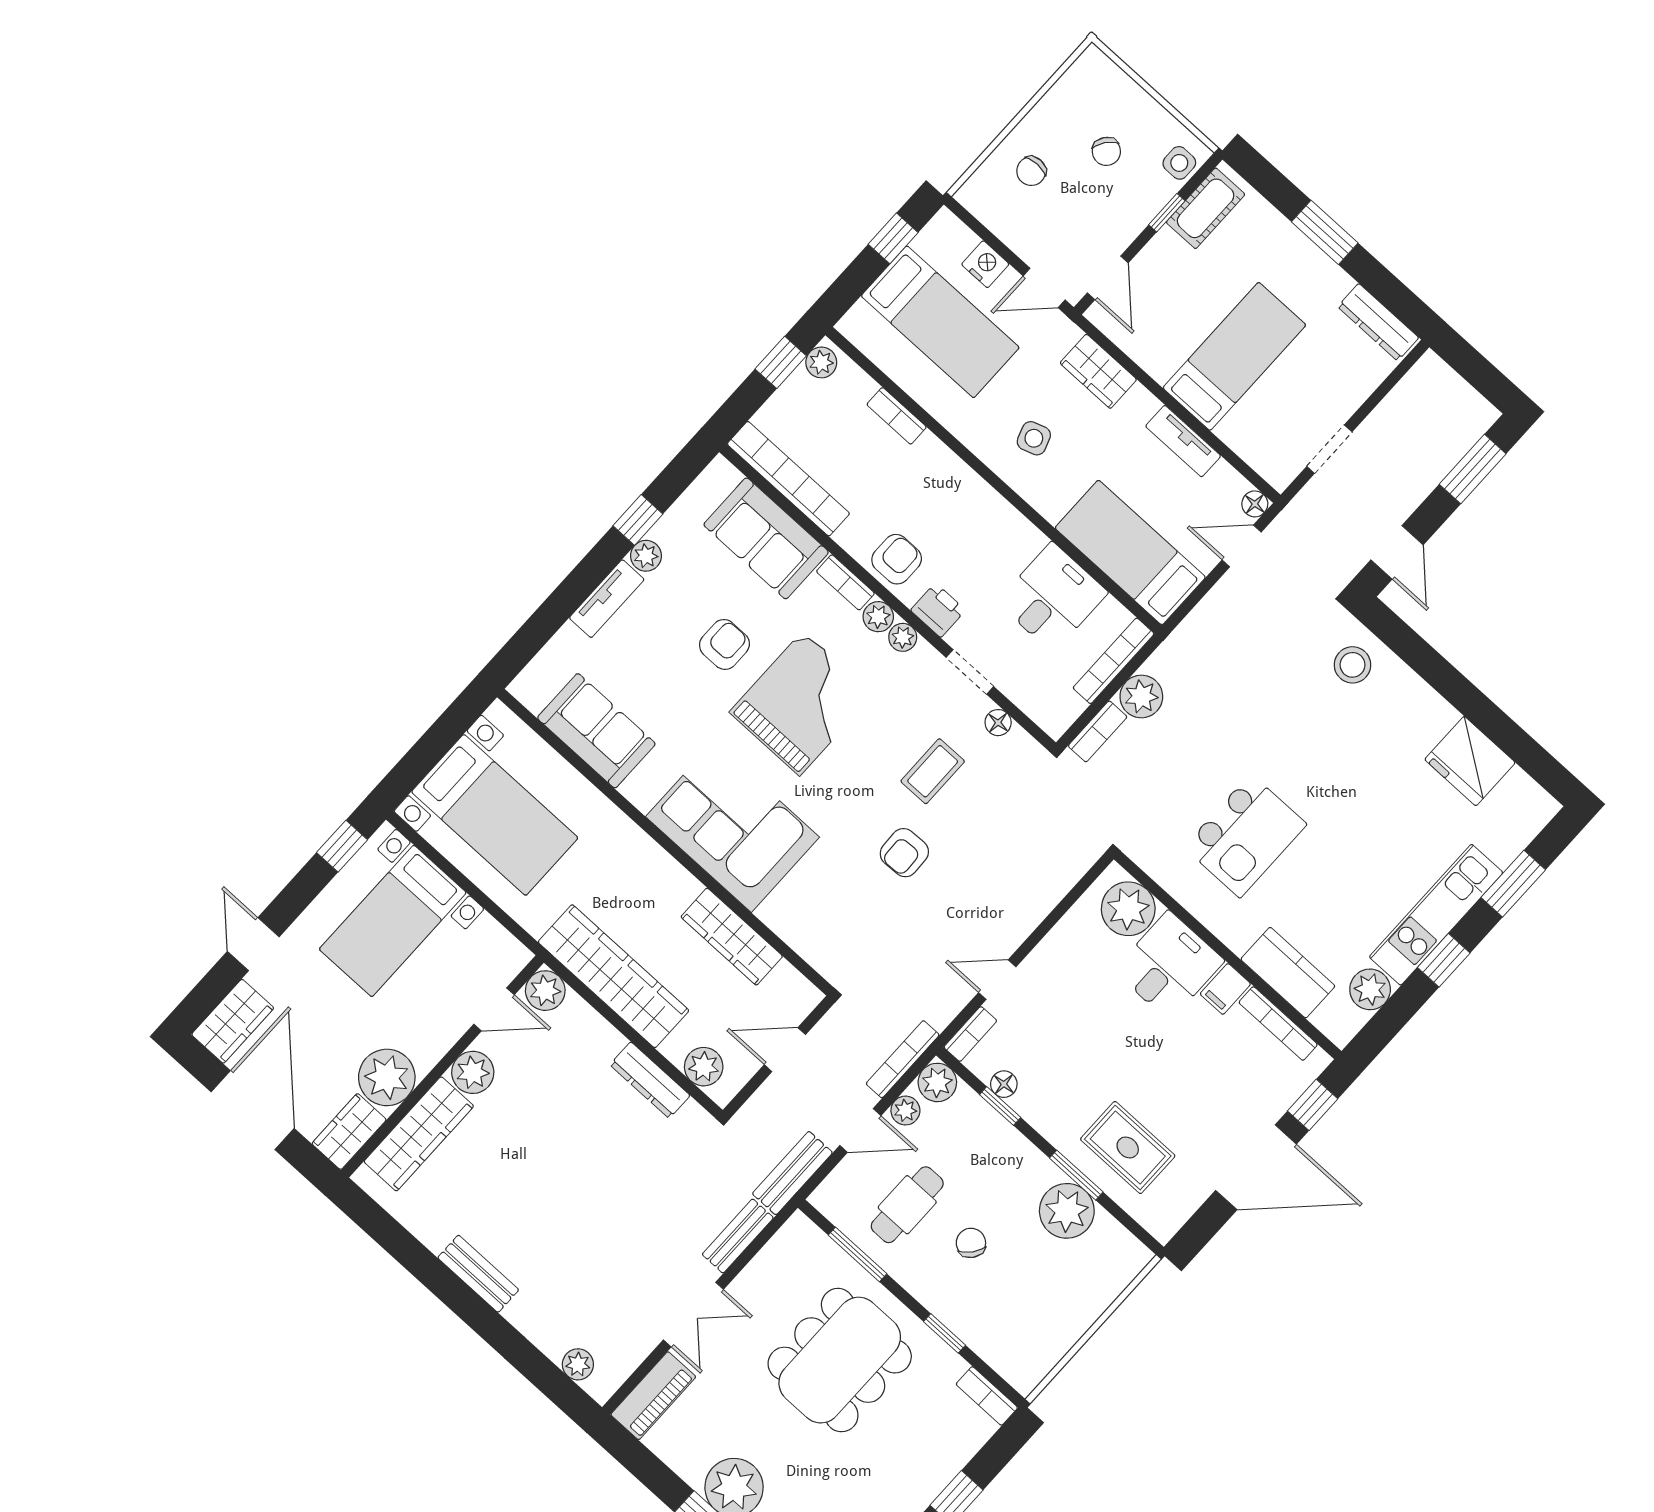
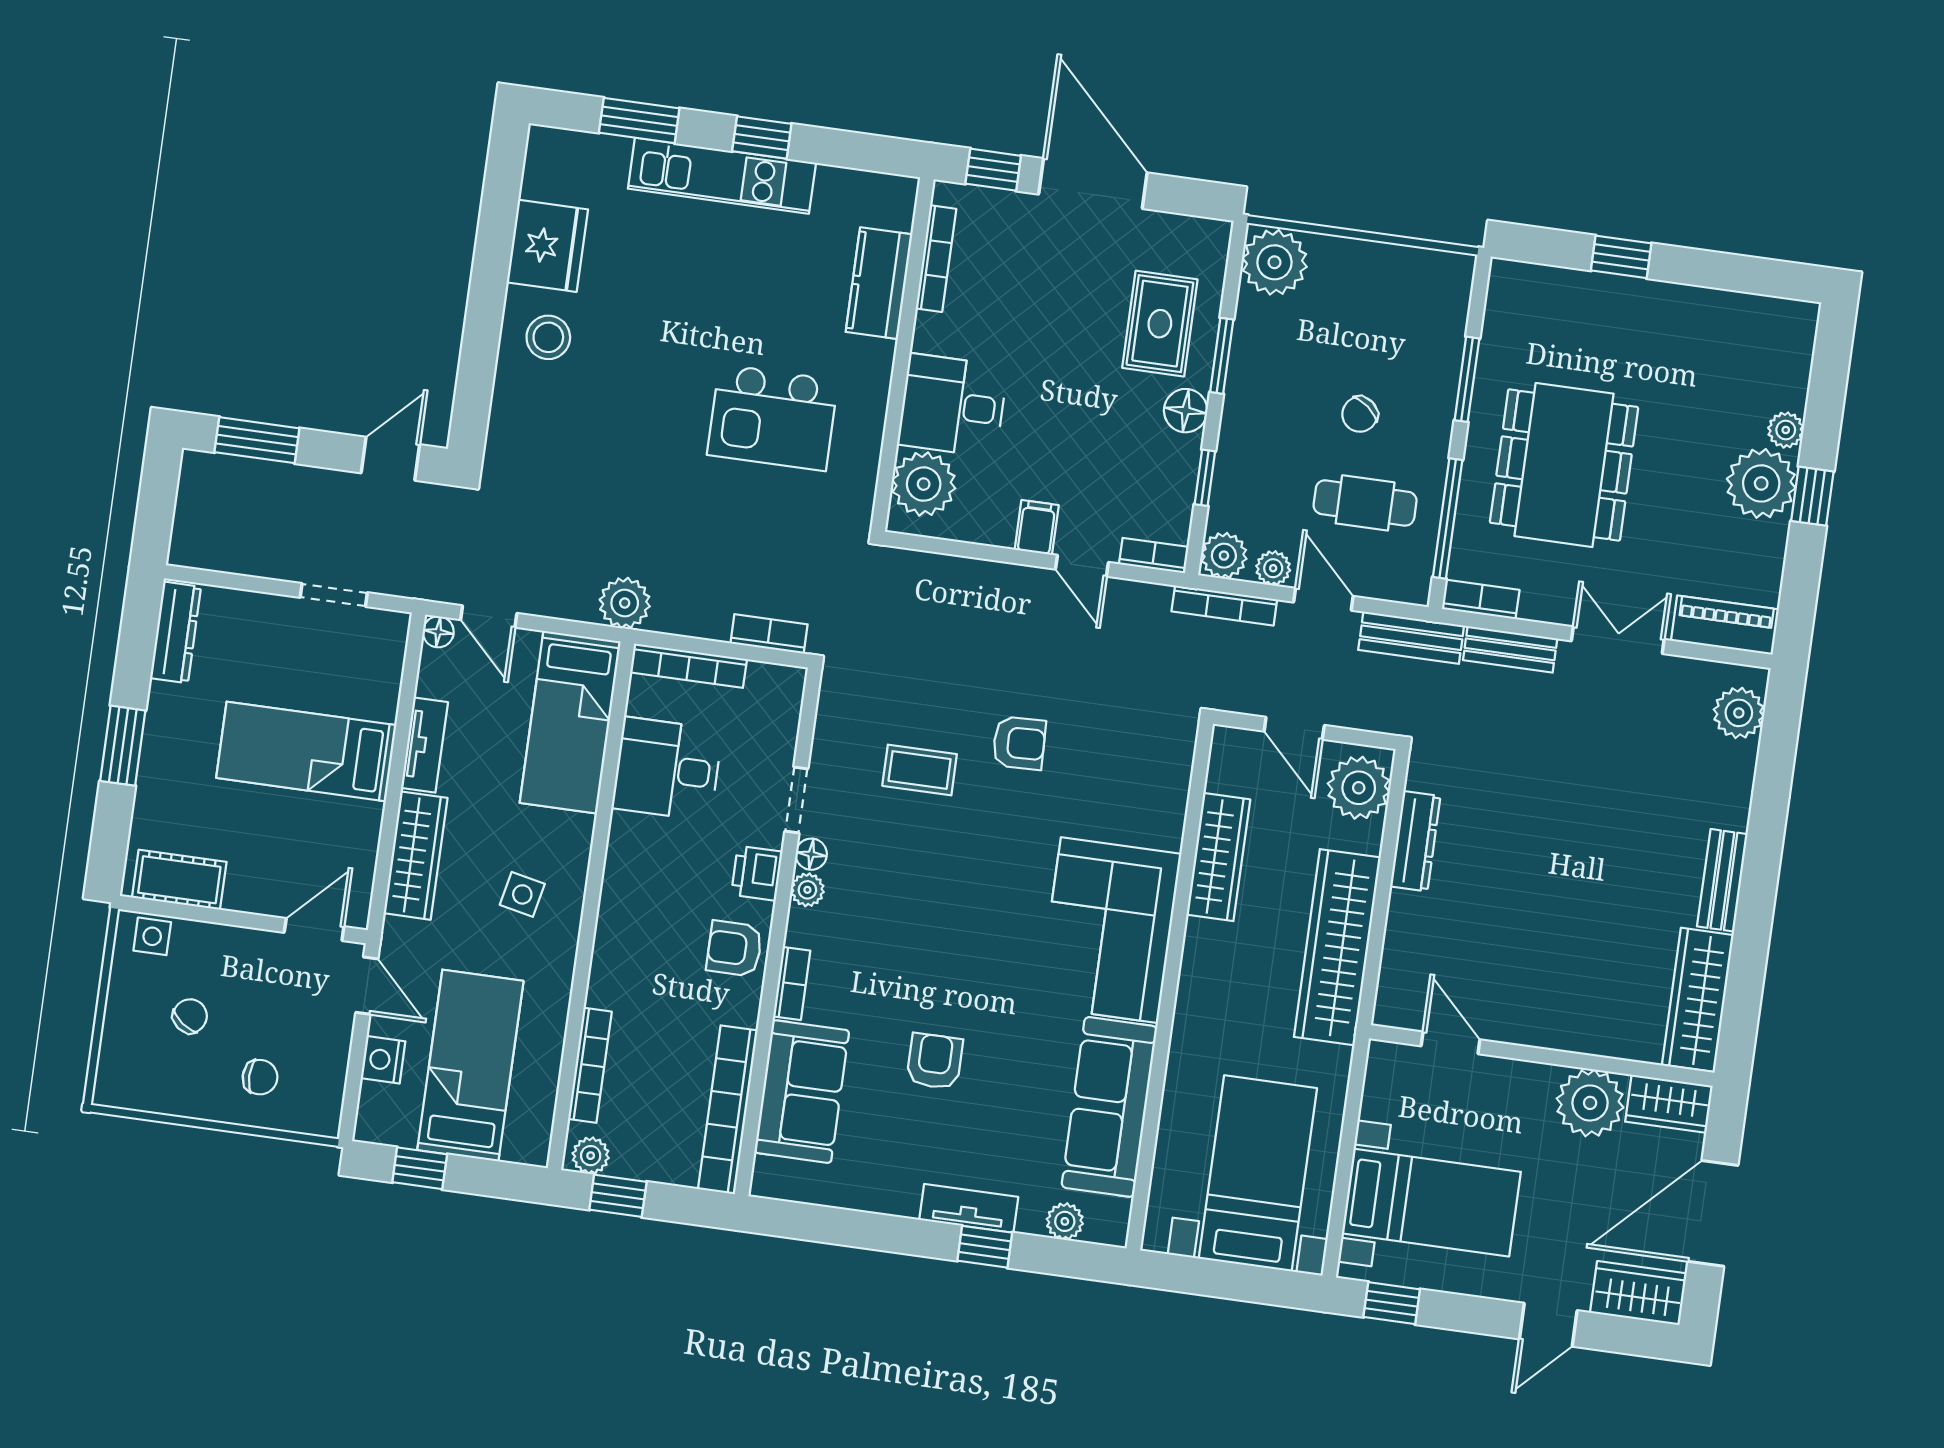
window: (1167, 213) -> (210, 915), removed
wardrobe: (1098, 371) -> (416, 856), width x1.50
bookcase: (897, 416) -> (590, 1065), width x1.56
side table: (1034, 438) -> (522, 894), turned 31
window: (638, 520) -> (985, 1247), moved
plant: (646, 556) -> (1065, 1221), moved
plant: (878, 617) -> (803, 928), removed
armchair: (724, 644) -> (935, 1061), turned 90
stool: (1352, 665) -> (548, 337), moved
plant: (1141, 697) -> (625, 603), moved
grand piano: (801, 703) -> (941, 945), removed
floor lamp: (998, 723) -> (811, 854), moved
sofa: (596, 731) -> (1109, 1107), width x1.36
kitchen island: (1245, 836) -> (773, 418), turned 180
filing cabinet: (1225, 989) -> (1037, 527), moved, turned -90
plant: (1370, 989) -> (840, 191), removed
plant: (545, 991) -> (1397, 1005), removed
plant: (704, 1067) -> (1359, 788), width x1.36, depth x1.36
plant: (473, 1072) -> (1527, 1021), removed
floor lamp: (1004, 1084) -> (1186, 411), moved, width x1.37, depth x1.37
wardrobe: (419, 1134) -> (1698, 1000), moved, turned -90
plant: (1067, 1211) -> (1274, 262), moved
window: (857, 1254) -> (1448, 519), width x1.44
window: (945, 1333) -> (1467, 379), width x1.50
dining table: (840, 1360) -> (1564, 465), turned 90
plant: (578, 1364) -> (1739, 713), width x1.38, depth x1.38
bookcase: (987, 1396) -> (1481, 599), moved, turned -90

